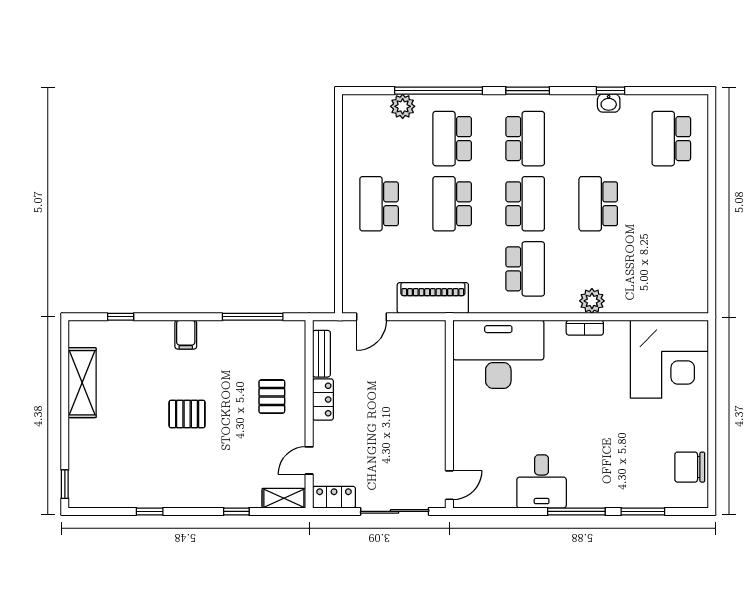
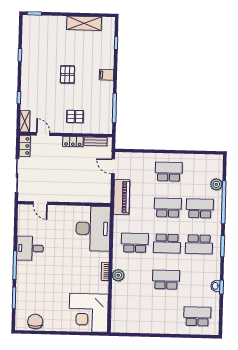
school desk: (525, 269) -> (135, 243), turned 180
door: (449, 485) -> (40, 203), moved

